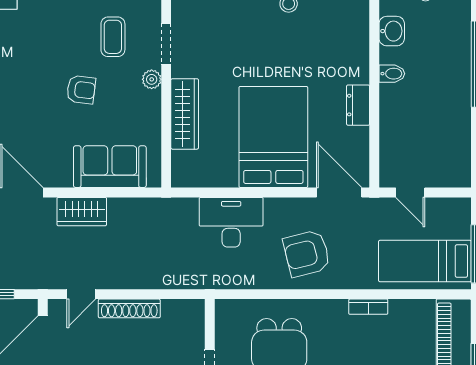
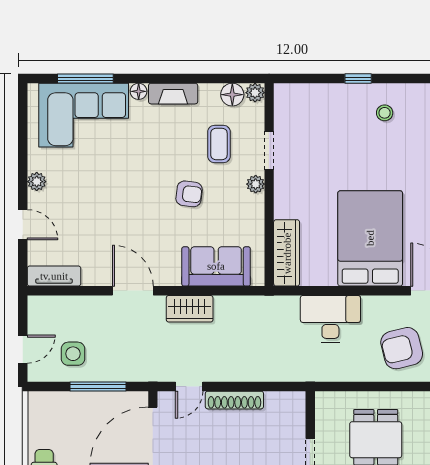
wardrobe: (185, 114) -> (287, 253), moved

